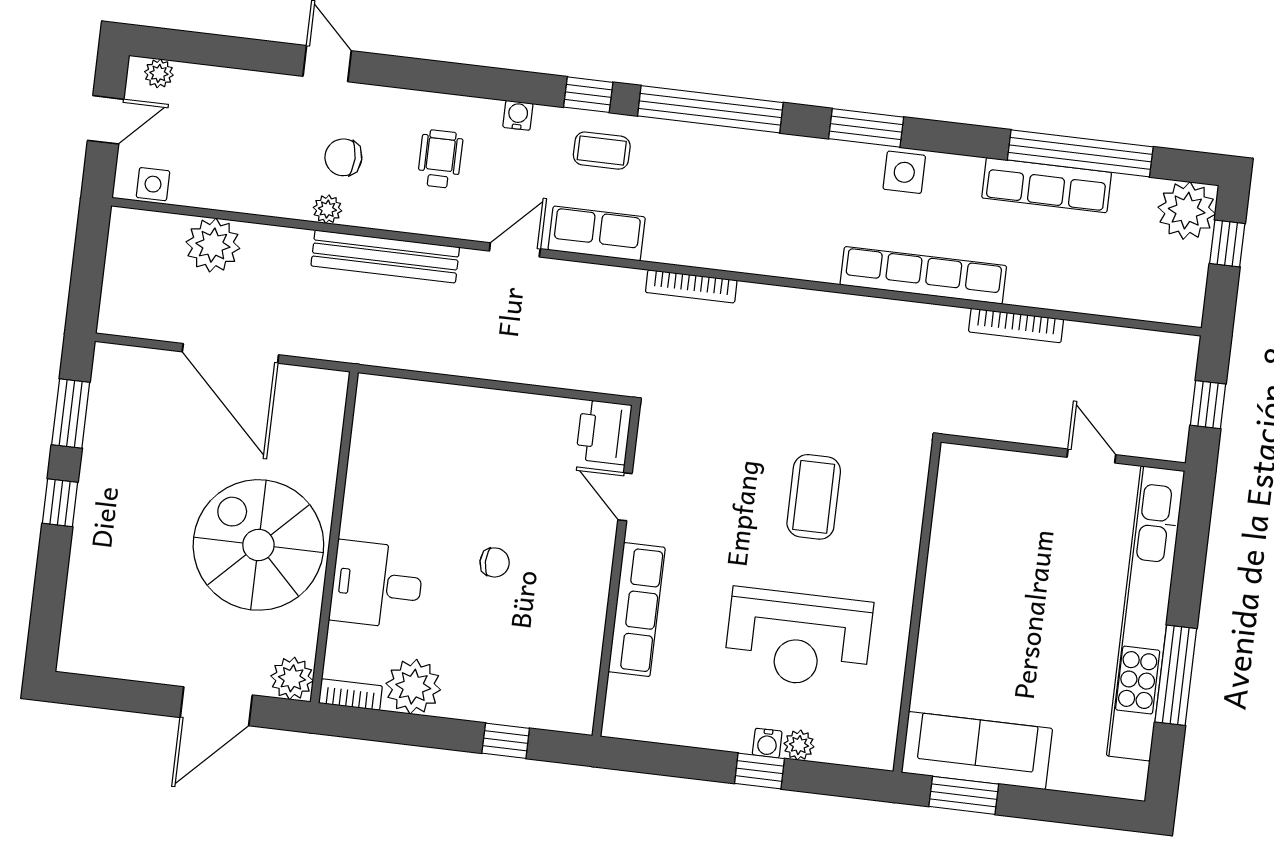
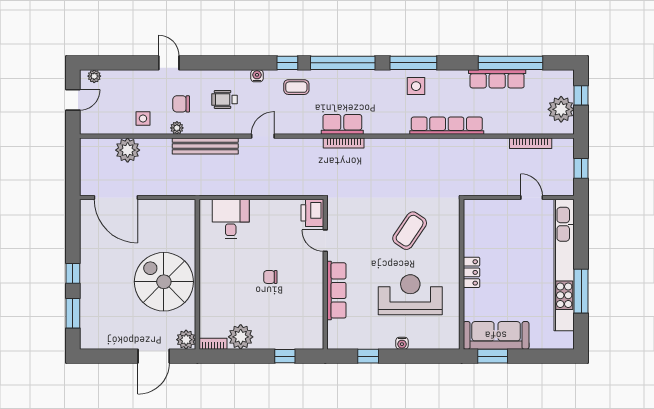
window: (866, 128) -> (413, 63), width x1.44
wheelchair: (440, 159) -> (225, 99), turned -90
side table: (904, 172) -> (416, 86), moved
side table: (153, 184) -> (143, 118), moved
plant: (1187, 211) -> (561, 109), moved
row of seats: (597, 233) -> (342, 124), moved
bookcase: (1016, 325) -> (531, 143), moved
door: (230, 353) -> (116, 198), moved
window: (71, 414) -> (73, 313), moved
coffee table: (814, 497) -> (410, 231), turned 34
chair: (495, 562) -> (270, 277), turned 180
desk: (377, 585) -> (231, 219), moved, turned 90
locker: (939, 605) -> (471, 272), added
reception desk: (798, 638) -> (410, 295), turned 180
plant: (799, 745) -> (416, 342), removed
window: (760, 771) -> (368, 356), moved

